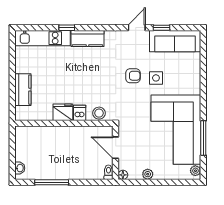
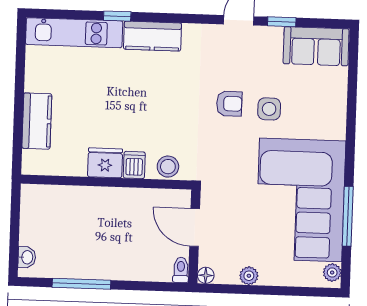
sofa: (175, 41) -> (316, 46), width x0.73

